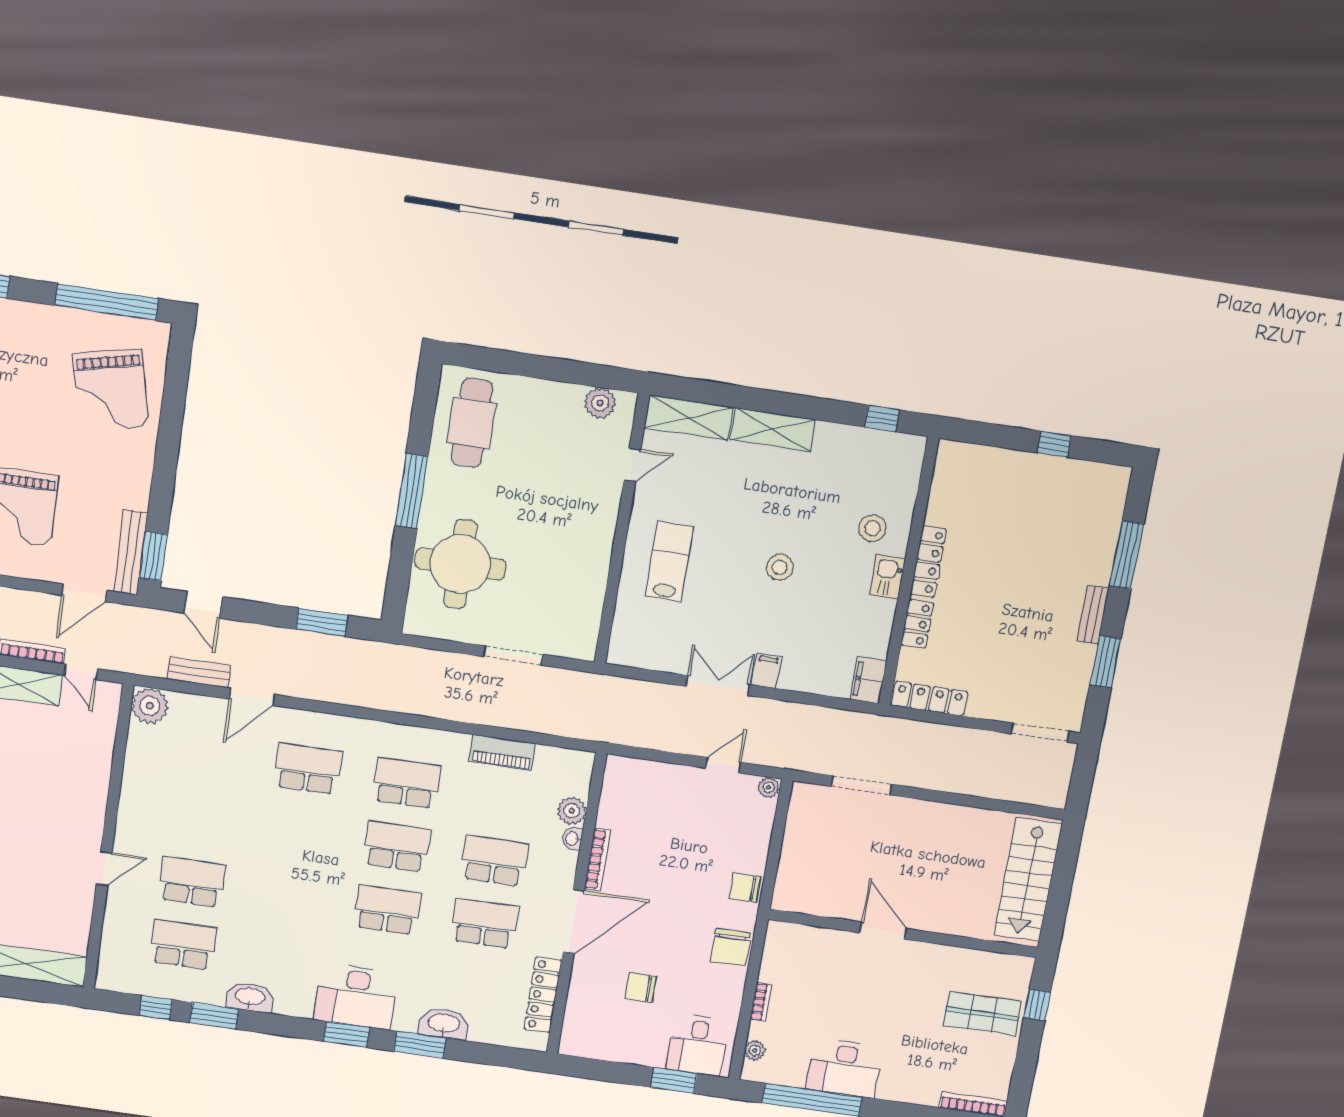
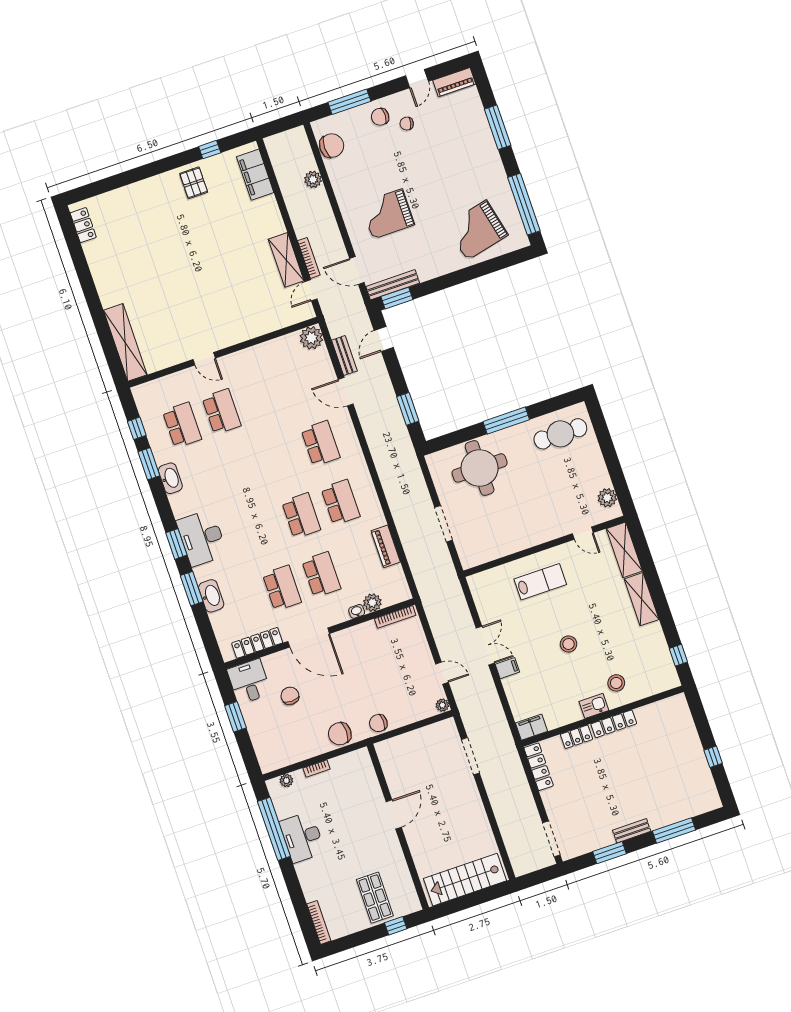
bookcase: (597, 860) -> (395, 617), moved
chair: (745, 888) -> (378, 723), turned -90
school desk: (387, 910) -> (262, 529), removed
desk: (697, 1045) -> (249, 682), moved, turned 90
window: (674, 1081) -> (235, 717), moved

